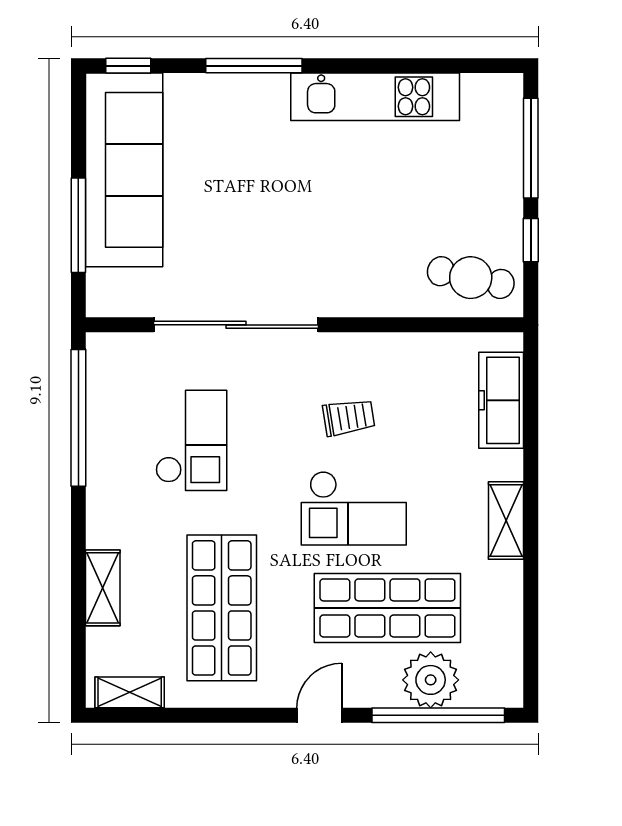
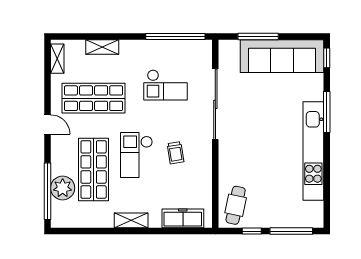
kitchen unit: (375, 97) -> (313, 151), width x1.36
door: (319, 715) -> (47, 124), moved

